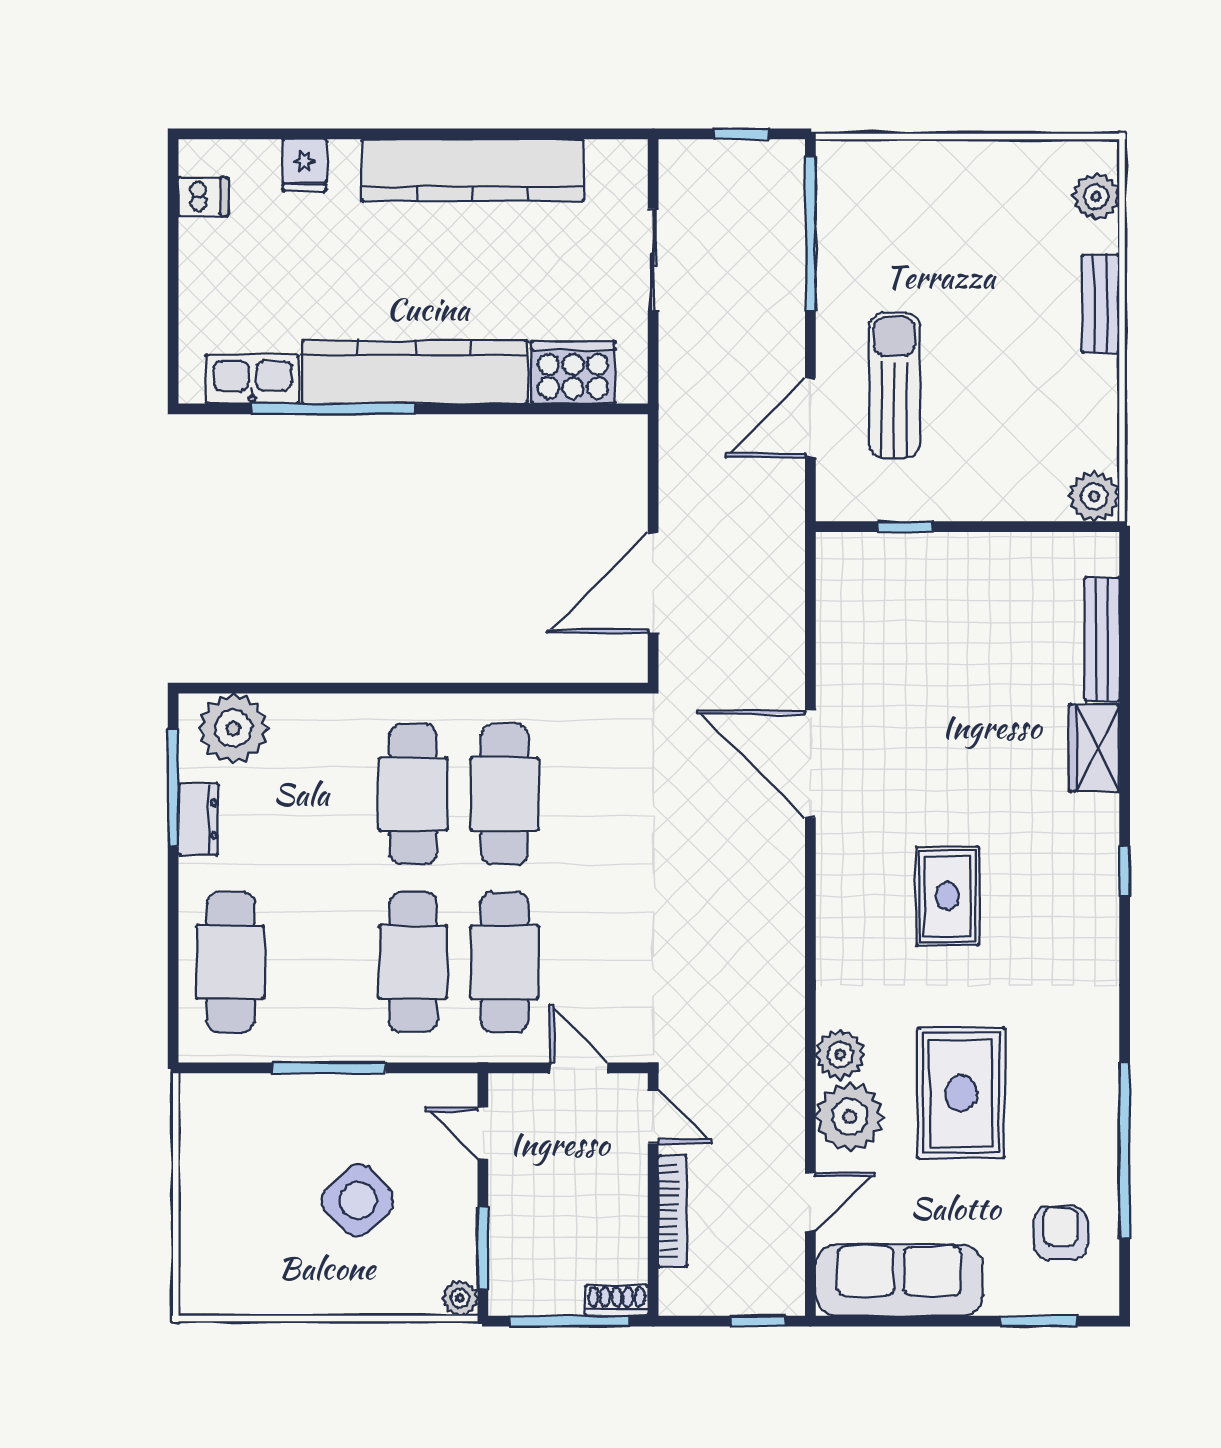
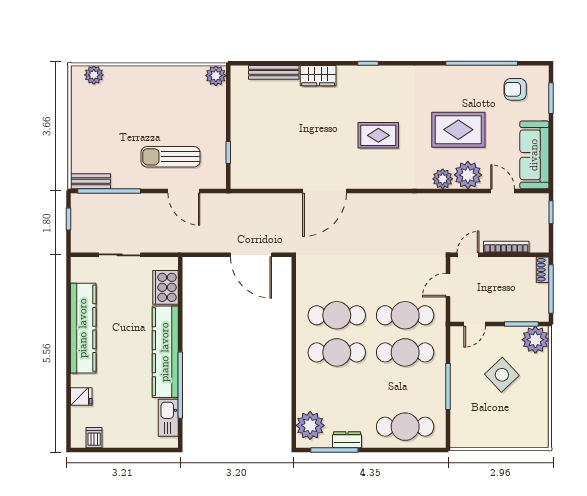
bench: (1101, 304) -> (91, 181), moved
plant: (460, 1298) -> (535, 340), width x1.87, depth x1.87

